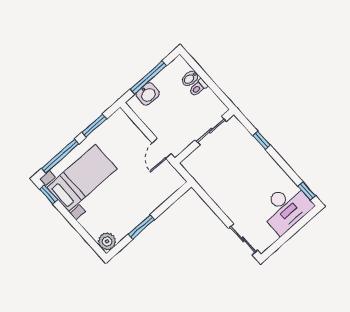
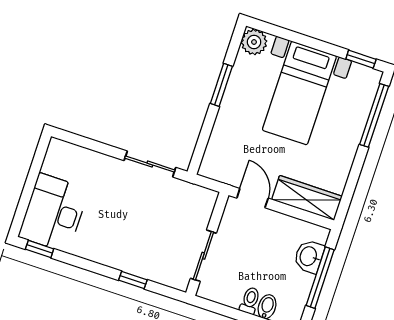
window: (94, 126) -> (353, 178), removed
wardrobe: (129, 130) -> (307, 198), added
bed with nightstands: (82, 178) -> (299, 93), moved
sliding door: (243, 239) -> (150, 164), moved

